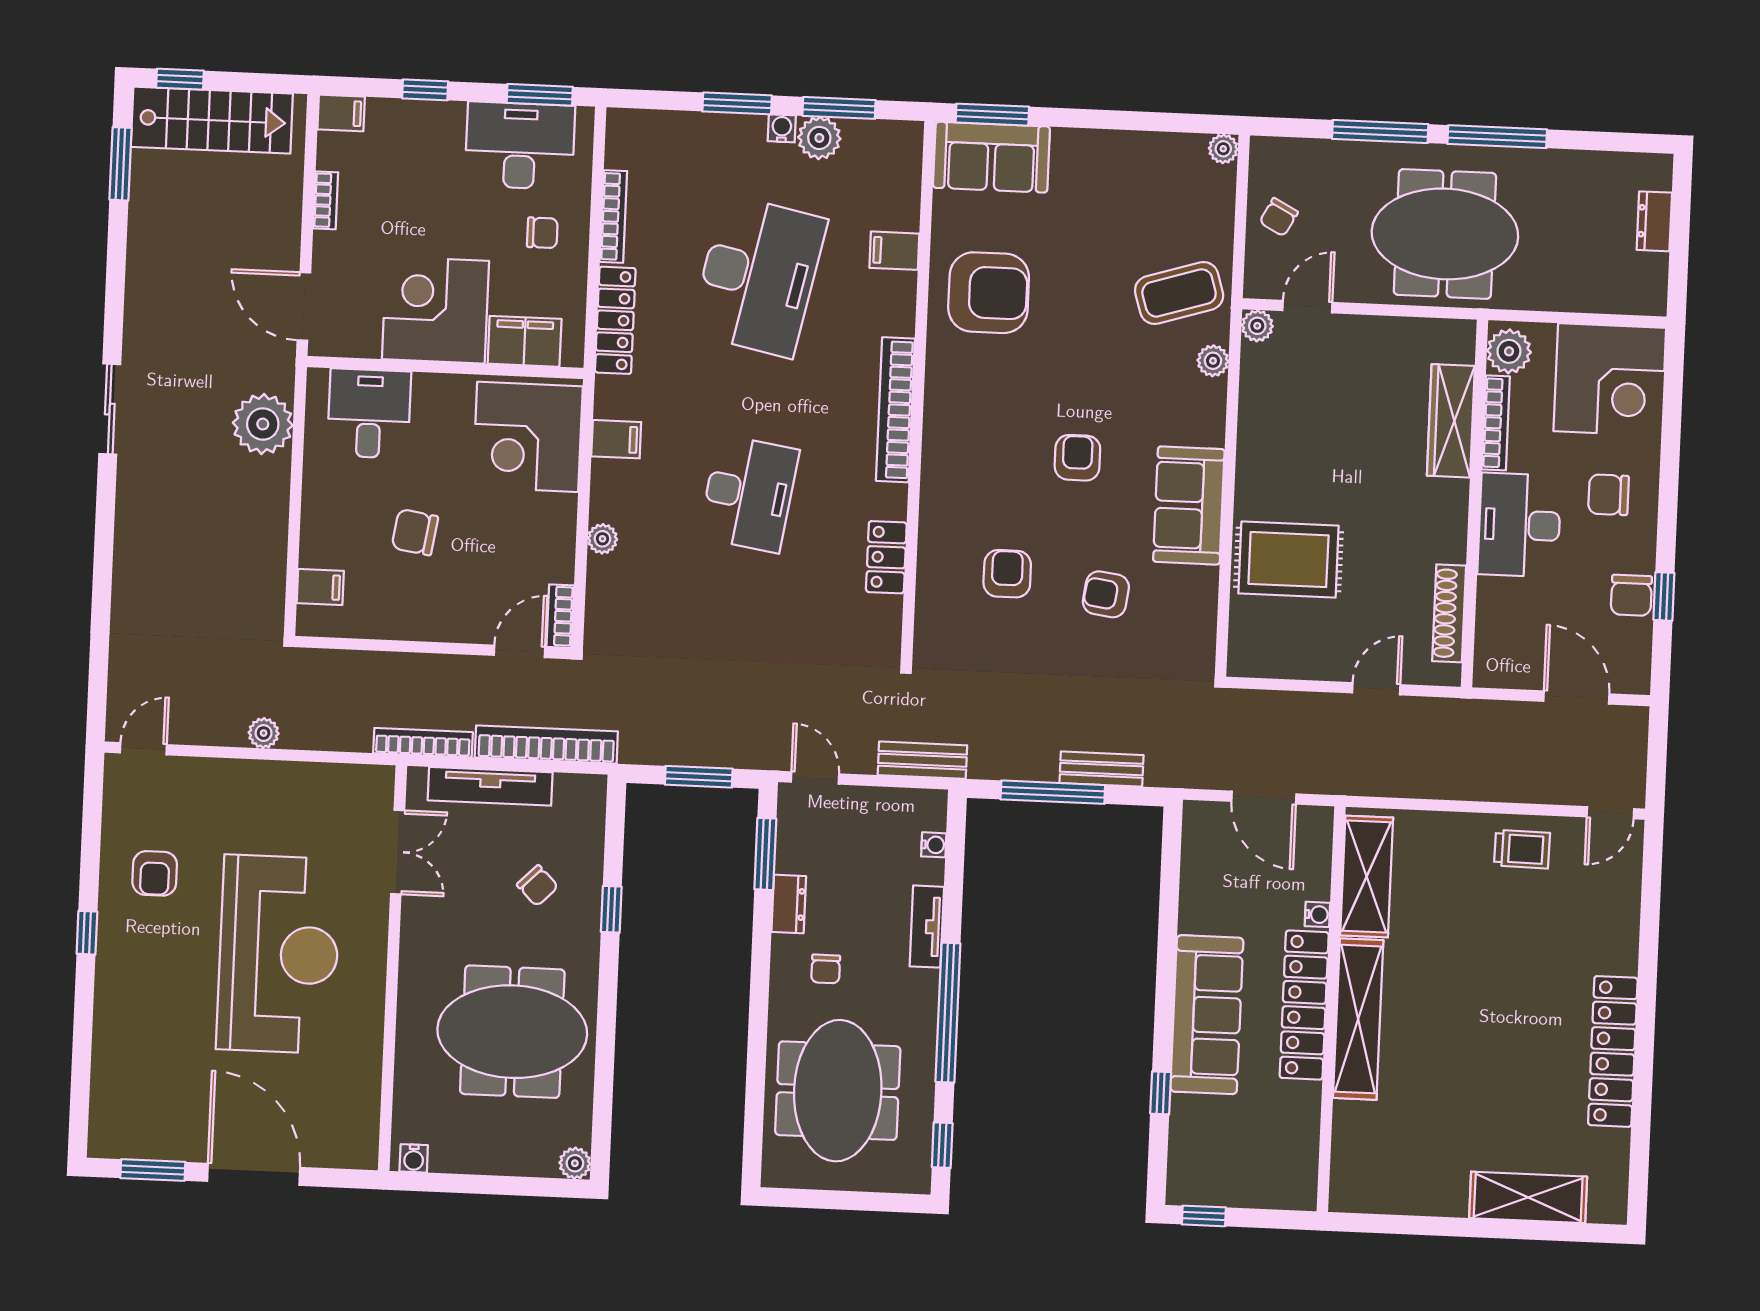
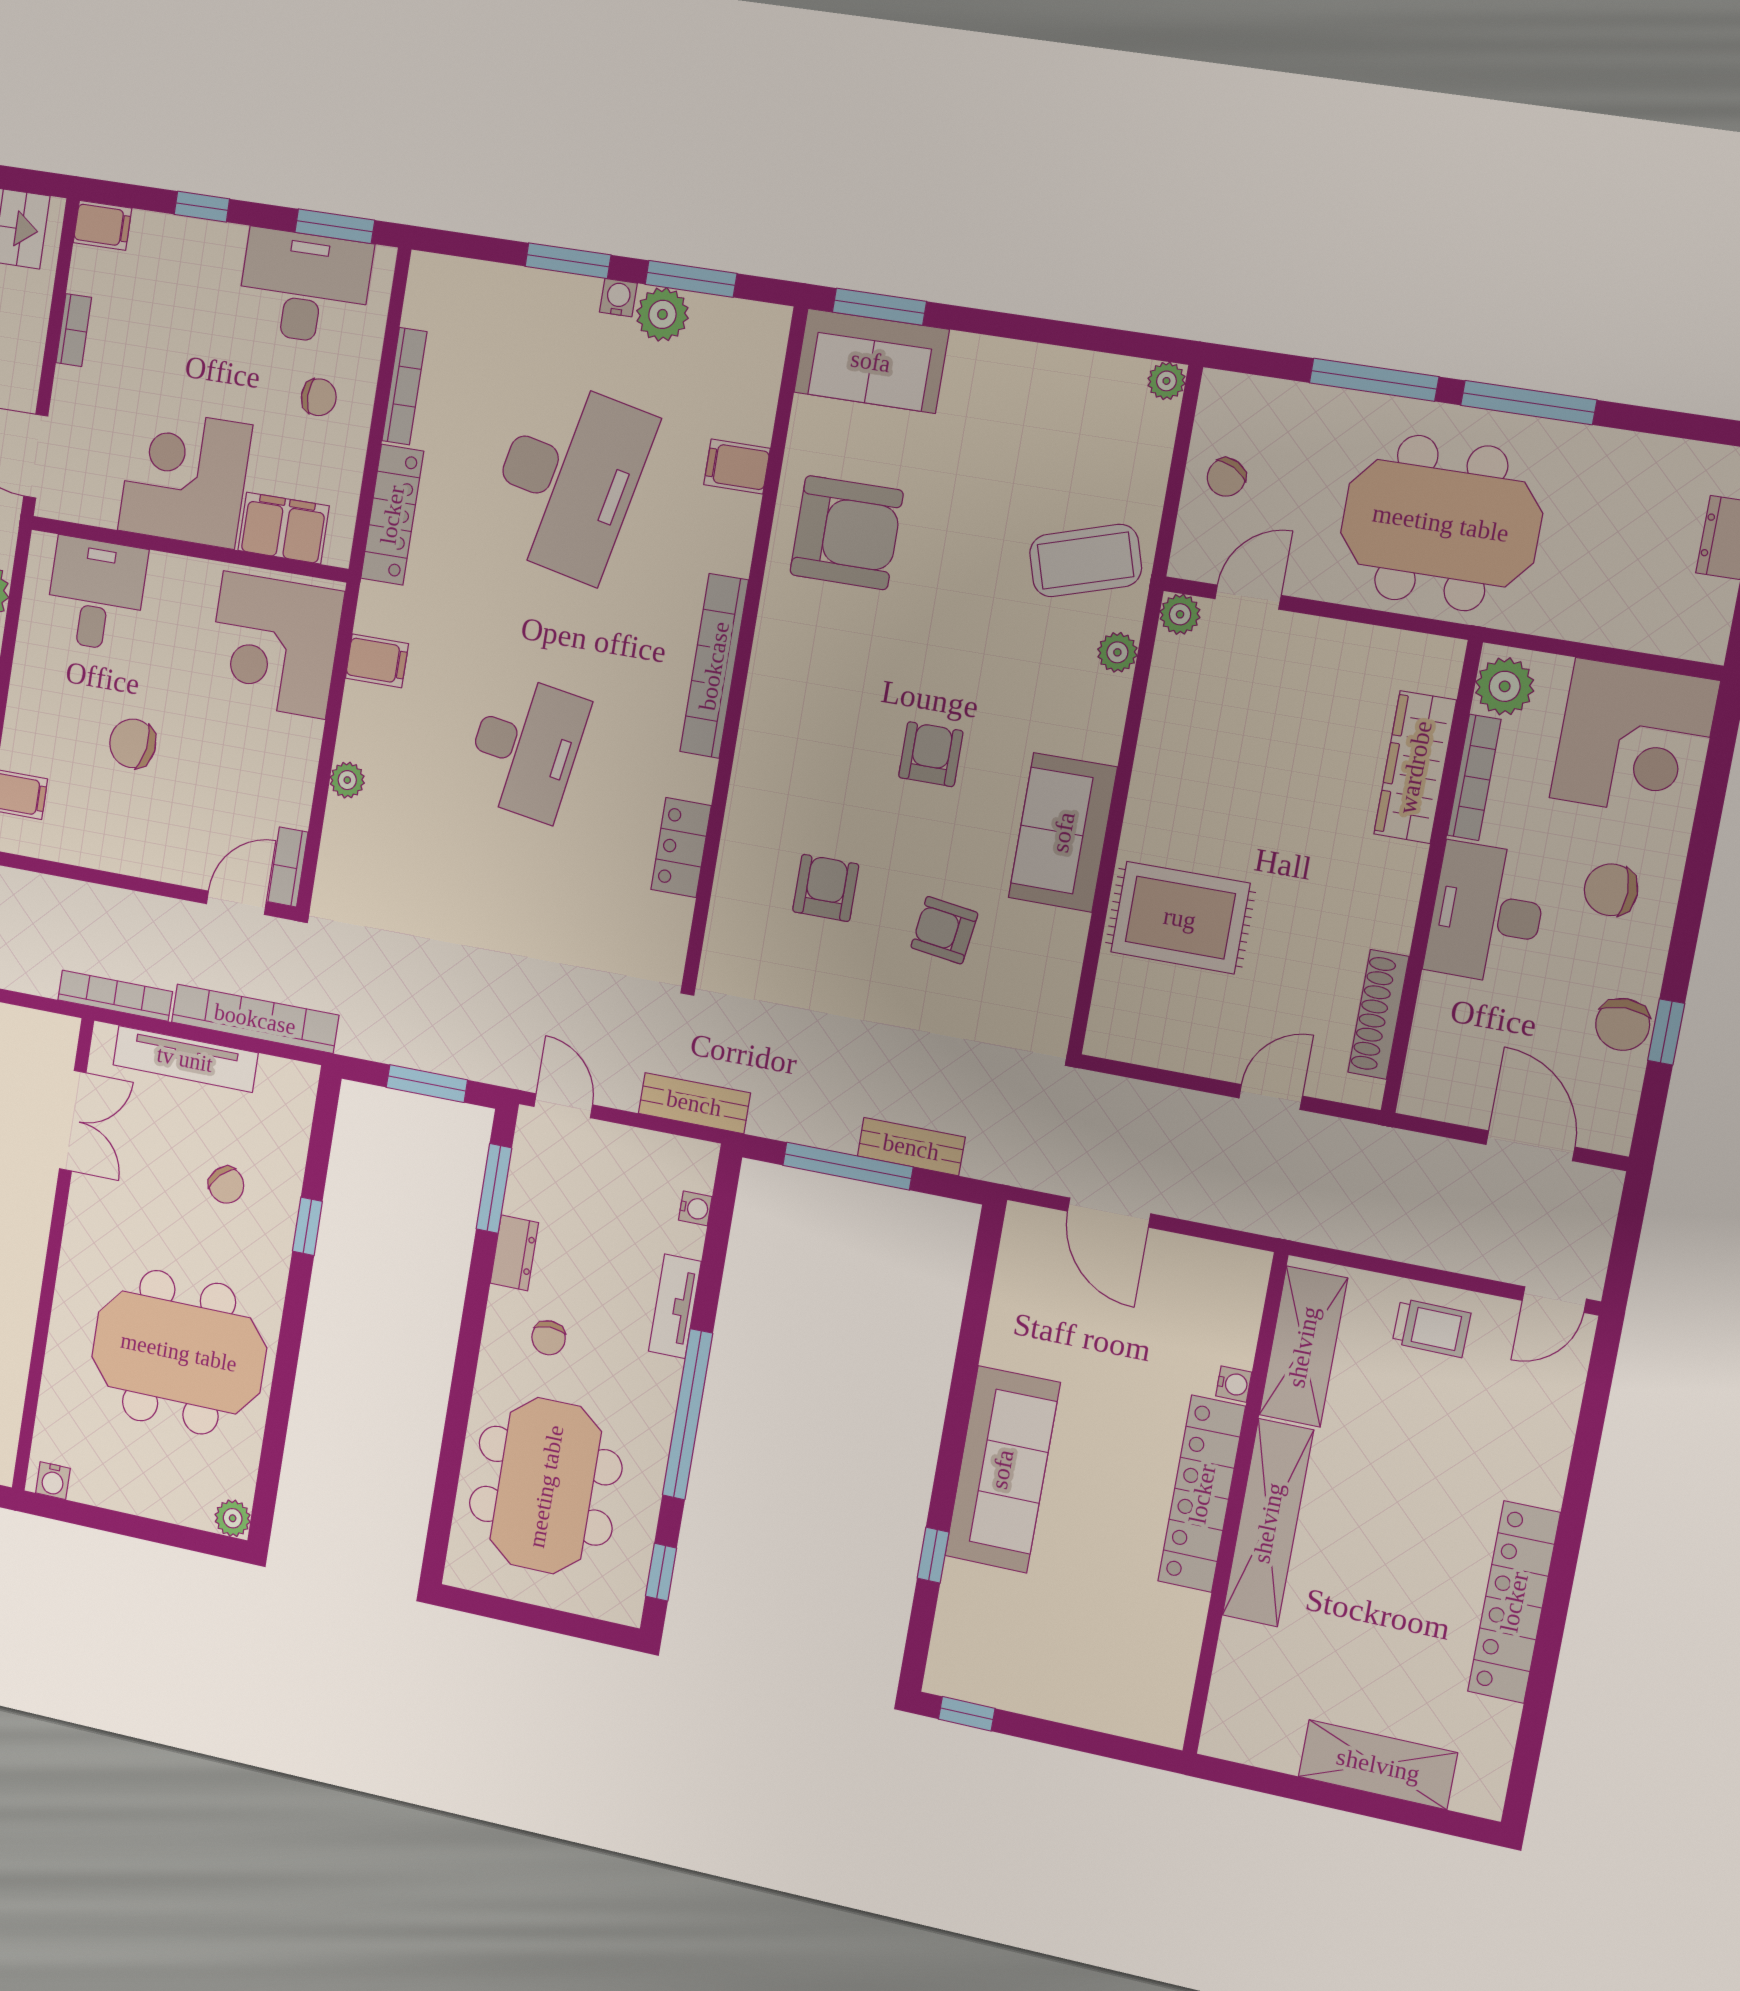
shelving: (1367, 876) -> (1303, 1347), moved
water cooler: (1317, 914) -> (1234, 1384), moved
locker: (1304, 1005) -> (1202, 1494), moved
wall: (1331, 1009) -> (1235, 1505), moved
shelving: (1358, 1019) -> (1268, 1523), moved

